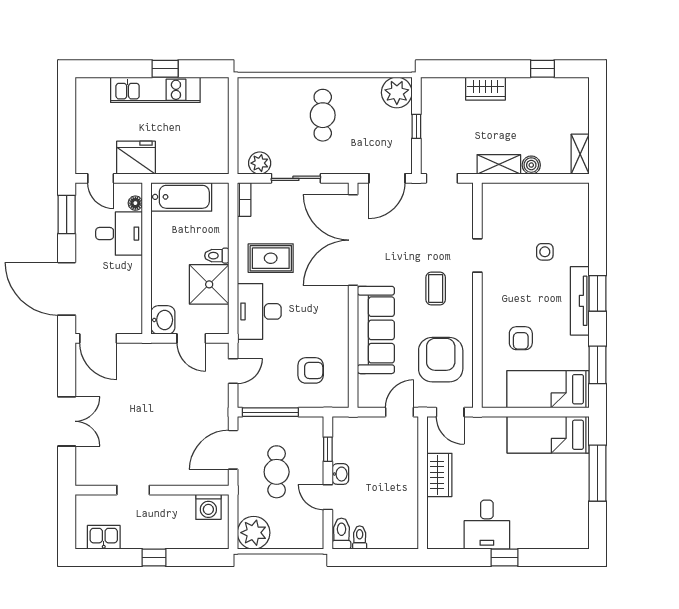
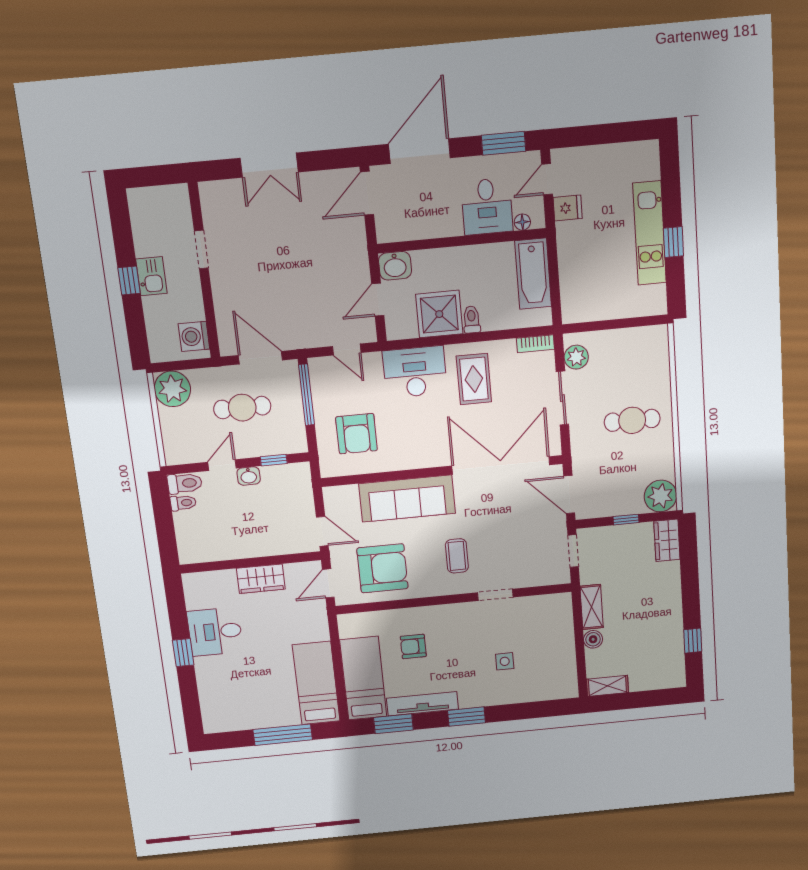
wardrobe: (485, 89) -> (667, 540), moved
fridge: (136, 158) -> (568, 208), width x0.53, depth x0.75
coffee table: (436, 289) -> (457, 556), turned 90
tv unit: (580, 301) -> (423, 704), moved
armchair: (311, 370) -> (357, 434), width x1.38, depth x1.38
kitchen sink: (104, 537) -> (151, 276), moved

